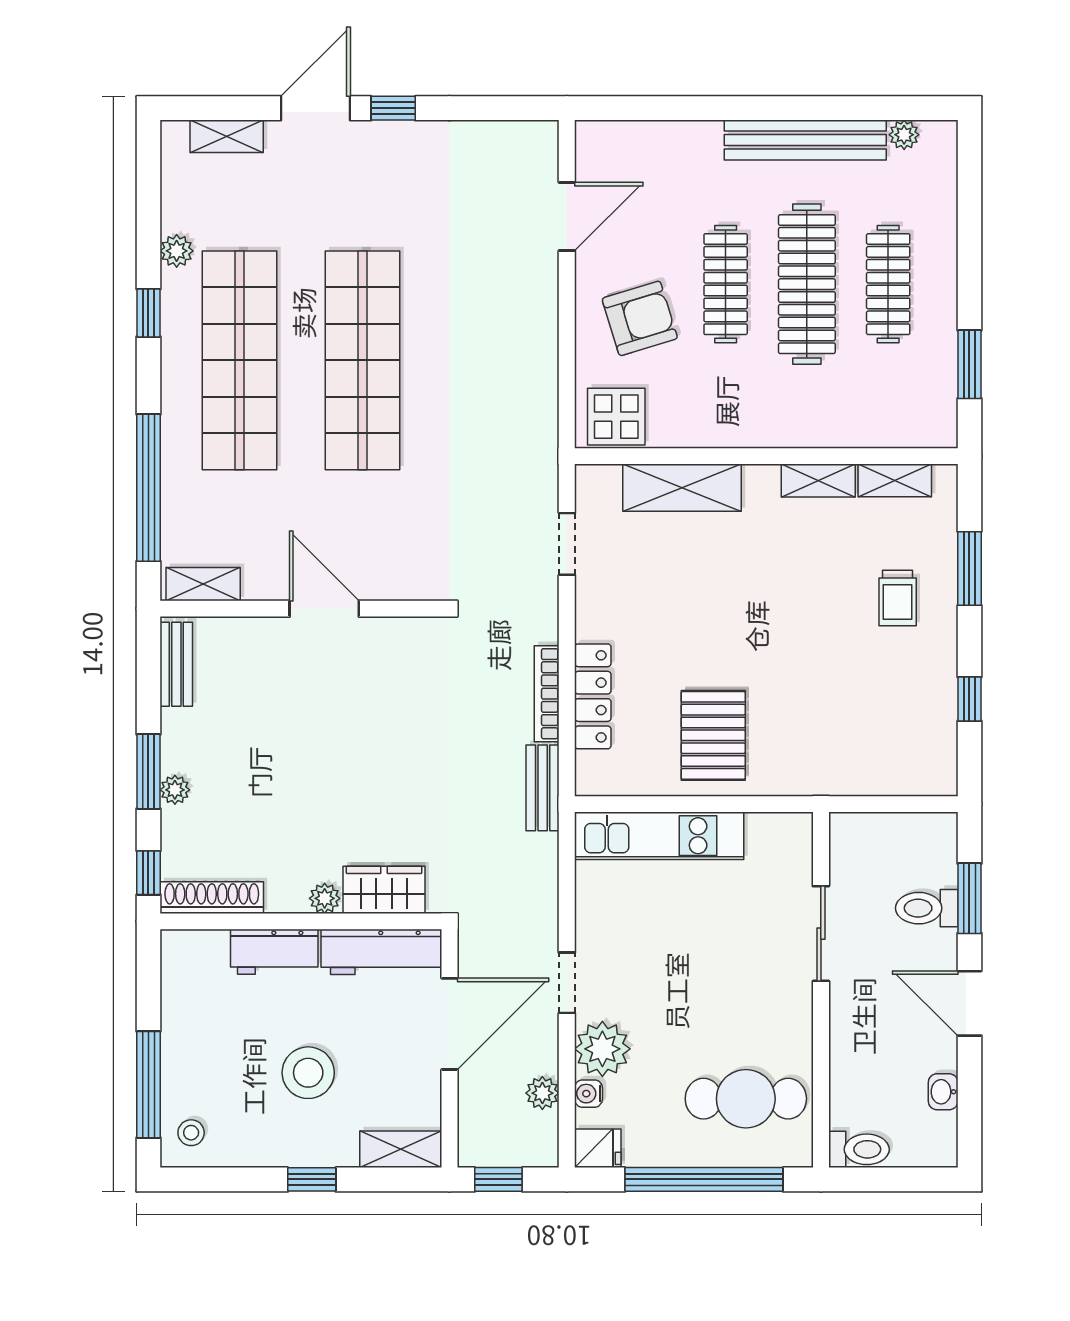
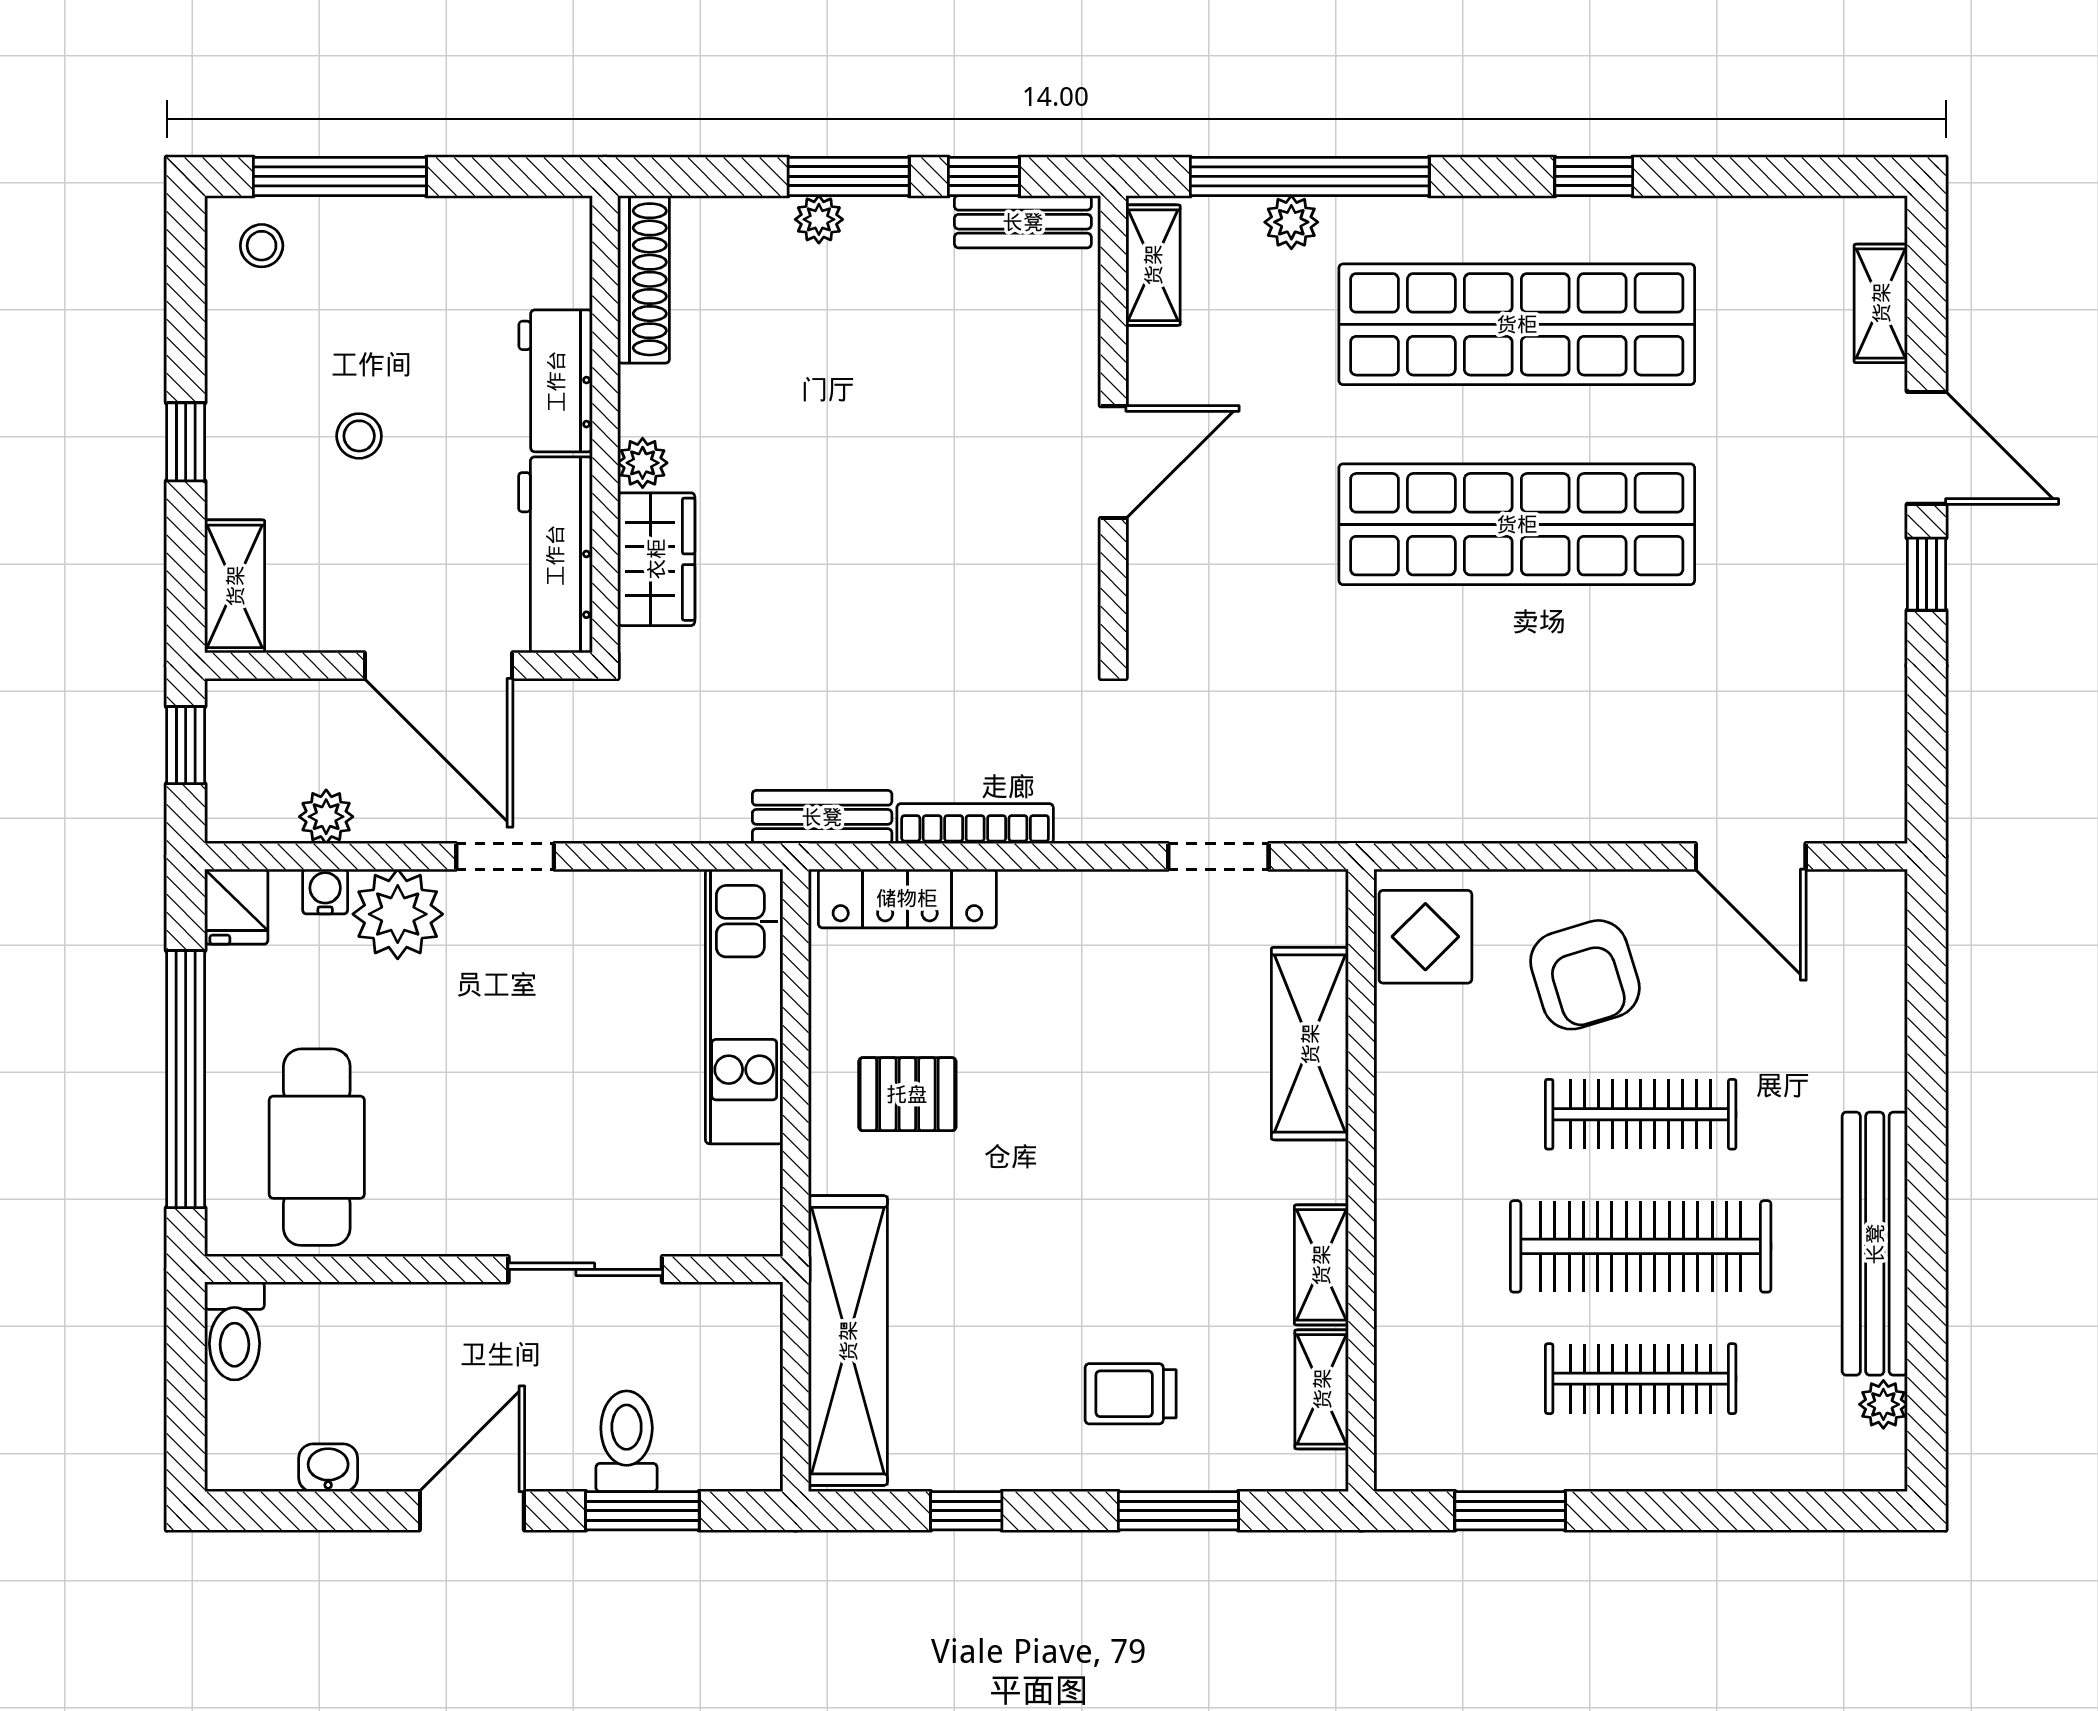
plant: (177, 251) -> (1291, 222), moved
locker: (593, 696) -> (907, 898), moved
pallet: (713, 735) -> (907, 1094), width x0.67, depth x0.71
shelving: (865, 772) -> (848, 1341), added
window: (148, 873) -> (984, 176), moved
stool: (308, 1073) -> (359, 436), width x0.53, depth x0.53

